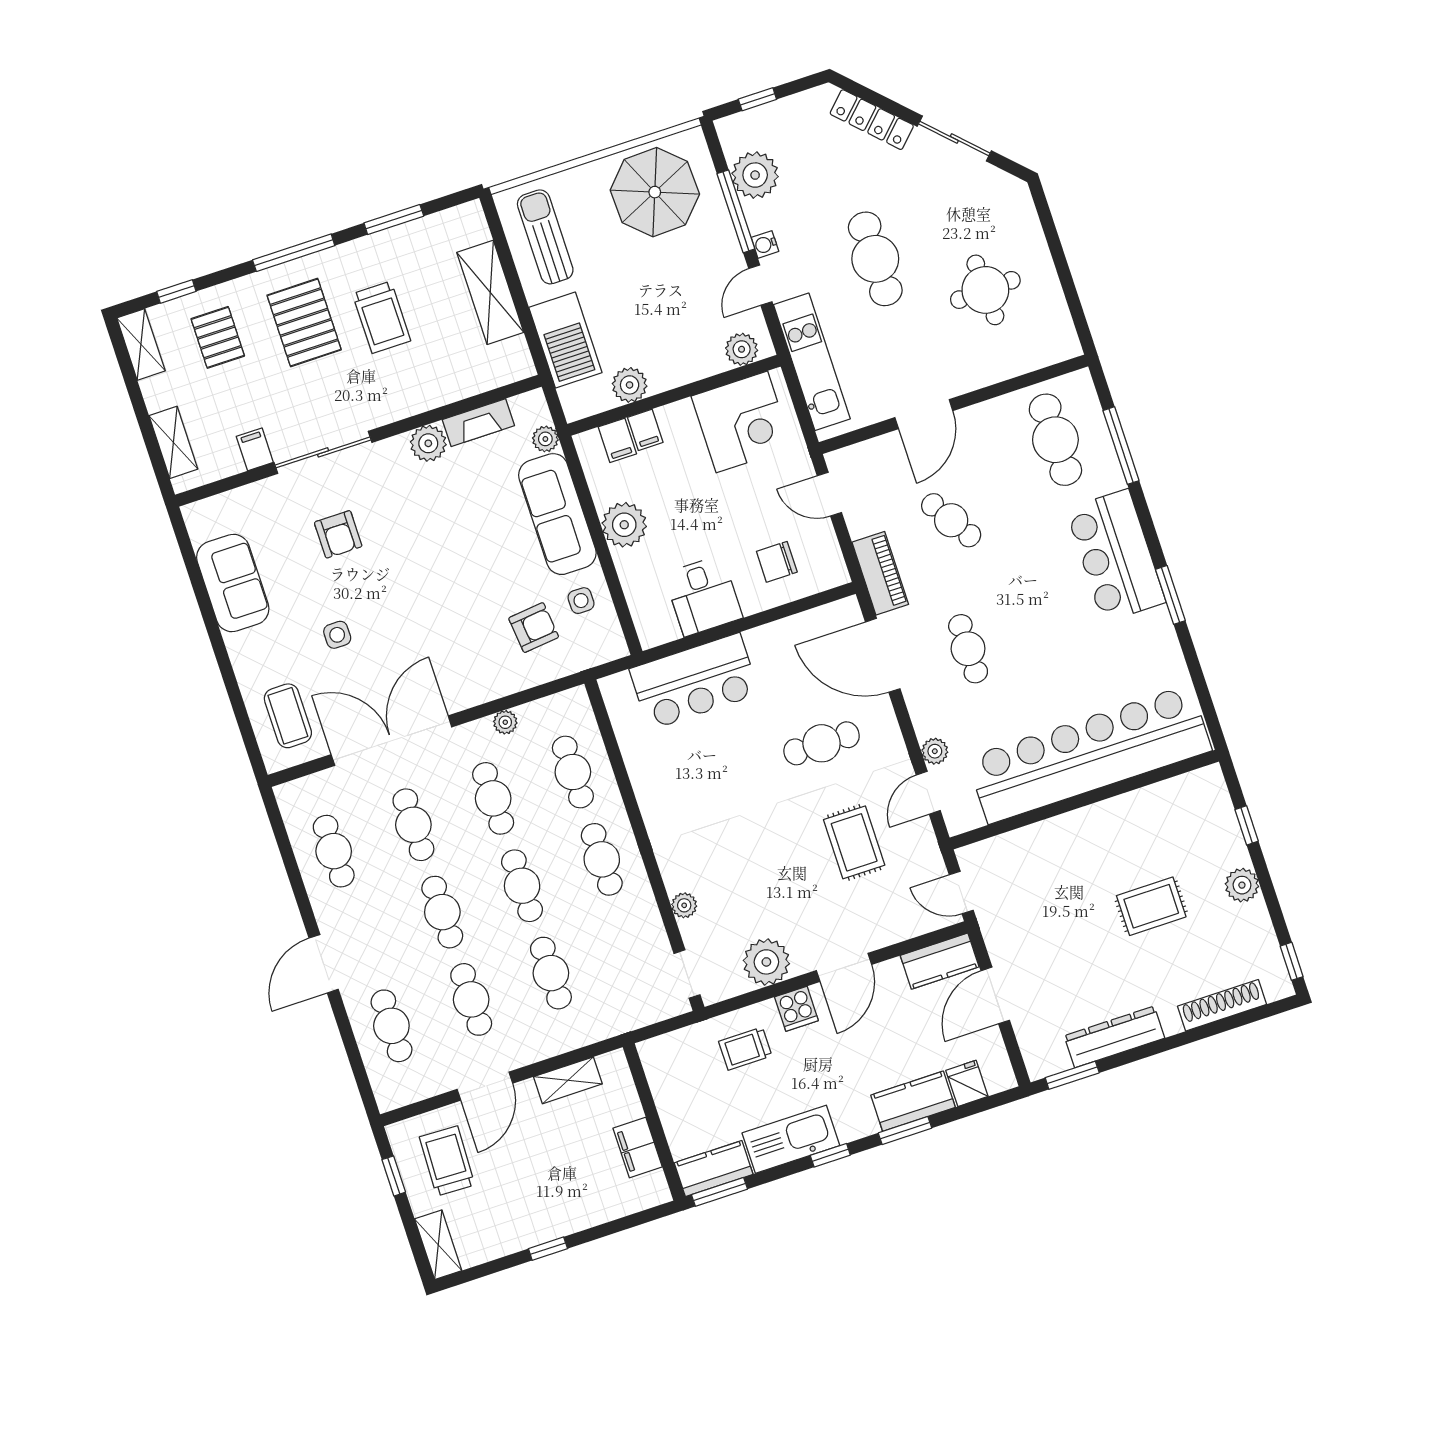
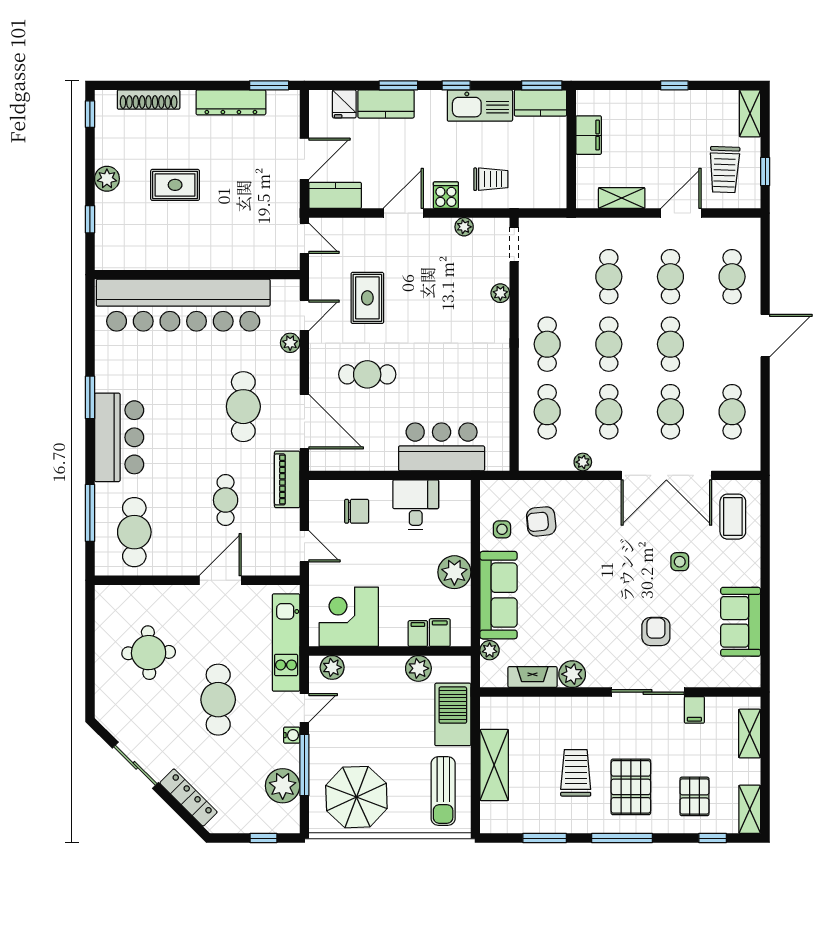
cafe table: (951, 520) -> (226, 500), turned 32
cafe table: (968, 649) -> (243, 407), width x1.37, depth x1.35
plant: (766, 962) -> (464, 227), width x0.53, depth x0.53

